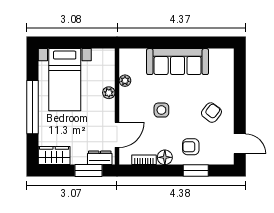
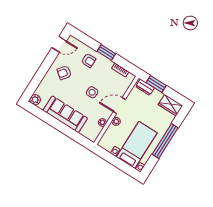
plant: (226, 56) -> (35, 100), added
door: (117, 135) -> (119, 106), moved
door: (240, 144) -> (59, 44), swing flipped
floor lamp: (165, 157) -> (107, 64), removed
window: (196, 171) -> (106, 53), moved

